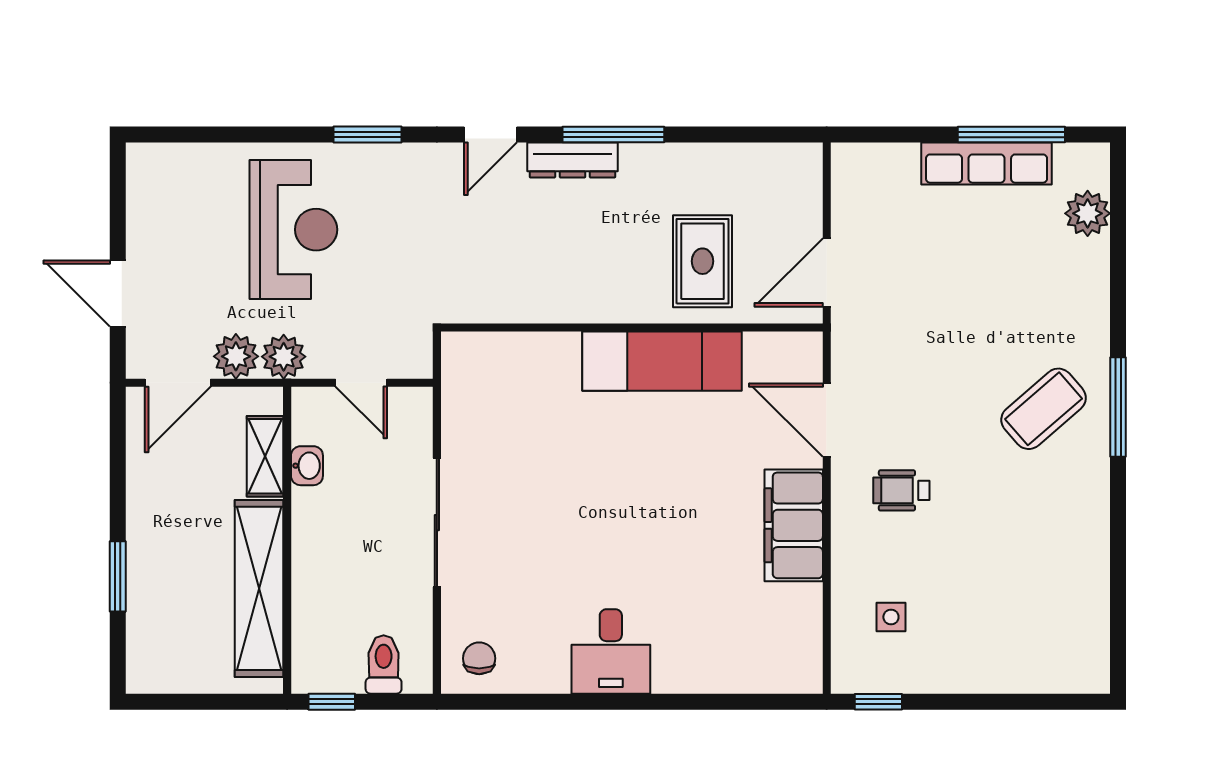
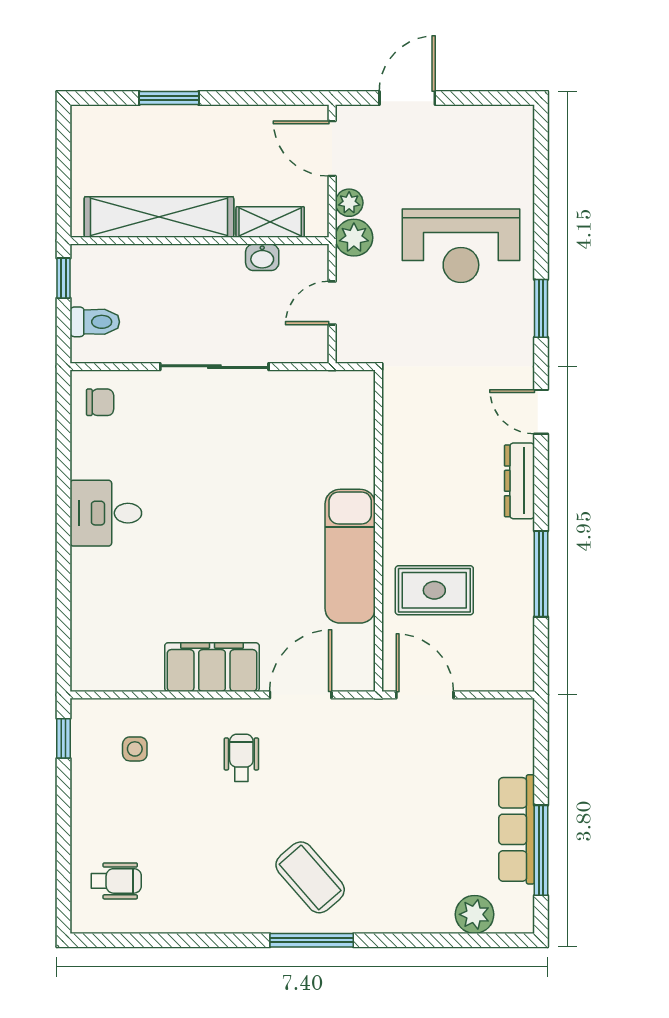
window: (613, 135) -> (541, 574), moved
plant: (236, 356) -> (349, 203), width x0.73, depth x0.73
wheelchair: (1048, 639) -> (116, 881), added

